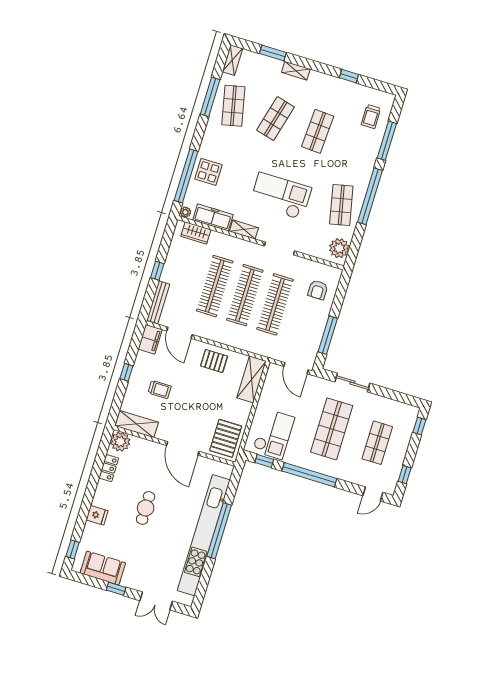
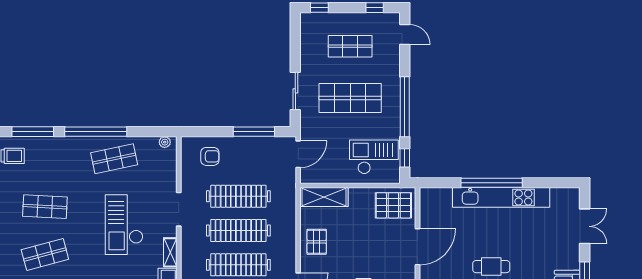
shop shelf: (276, 119) -> (45, 255), turned -30
plant: (339, 248) -> (165, 142), width x0.53, depth x0.53
kitchen unit: (204, 535) -> (501, 197), width x0.73

